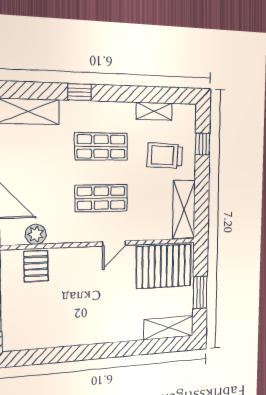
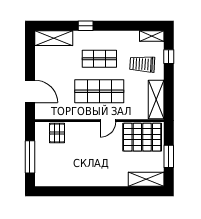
shelving: (154, 111) -> (152, 36), moved
shop shelf: (101, 198) -> (99, 91), width x1.43, depth x1.36
plant: (36, 234) -> (57, 113), removed

